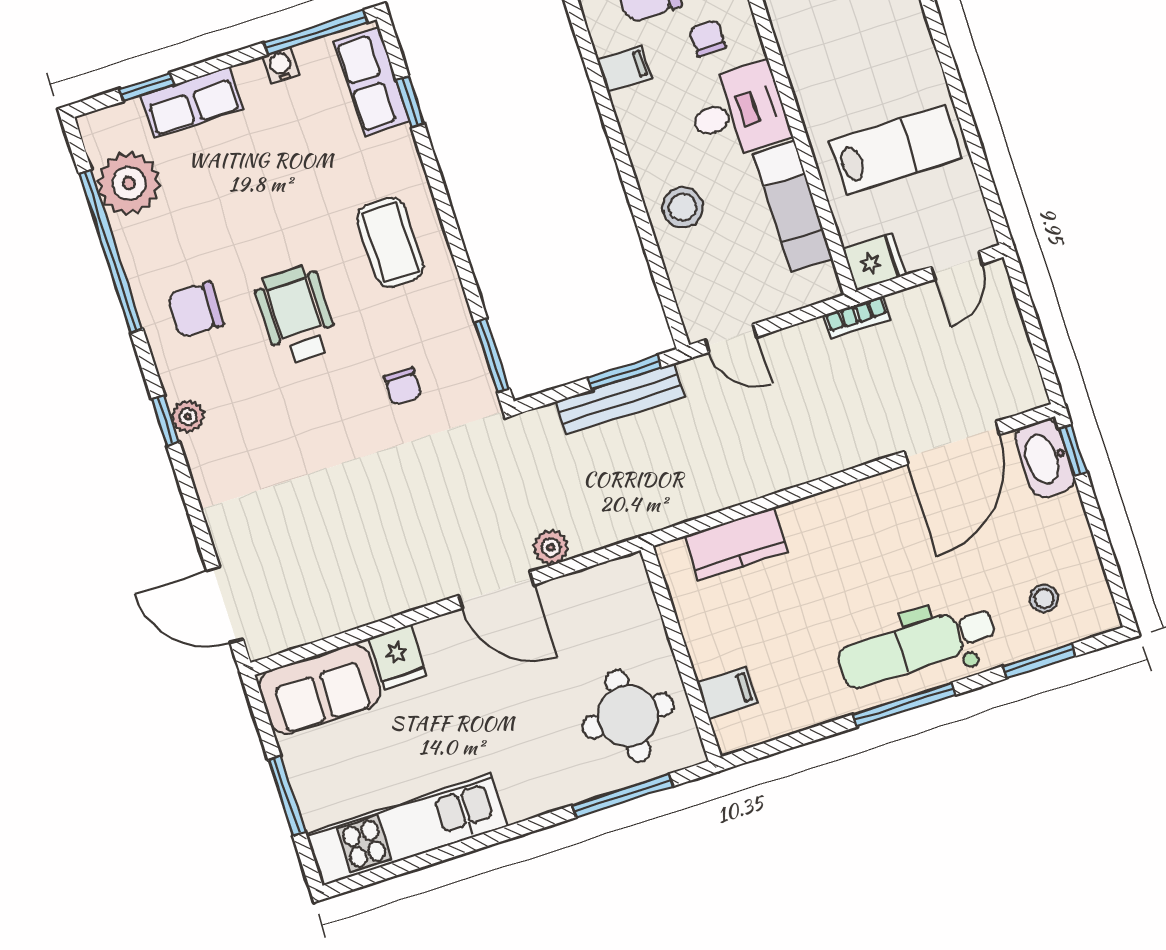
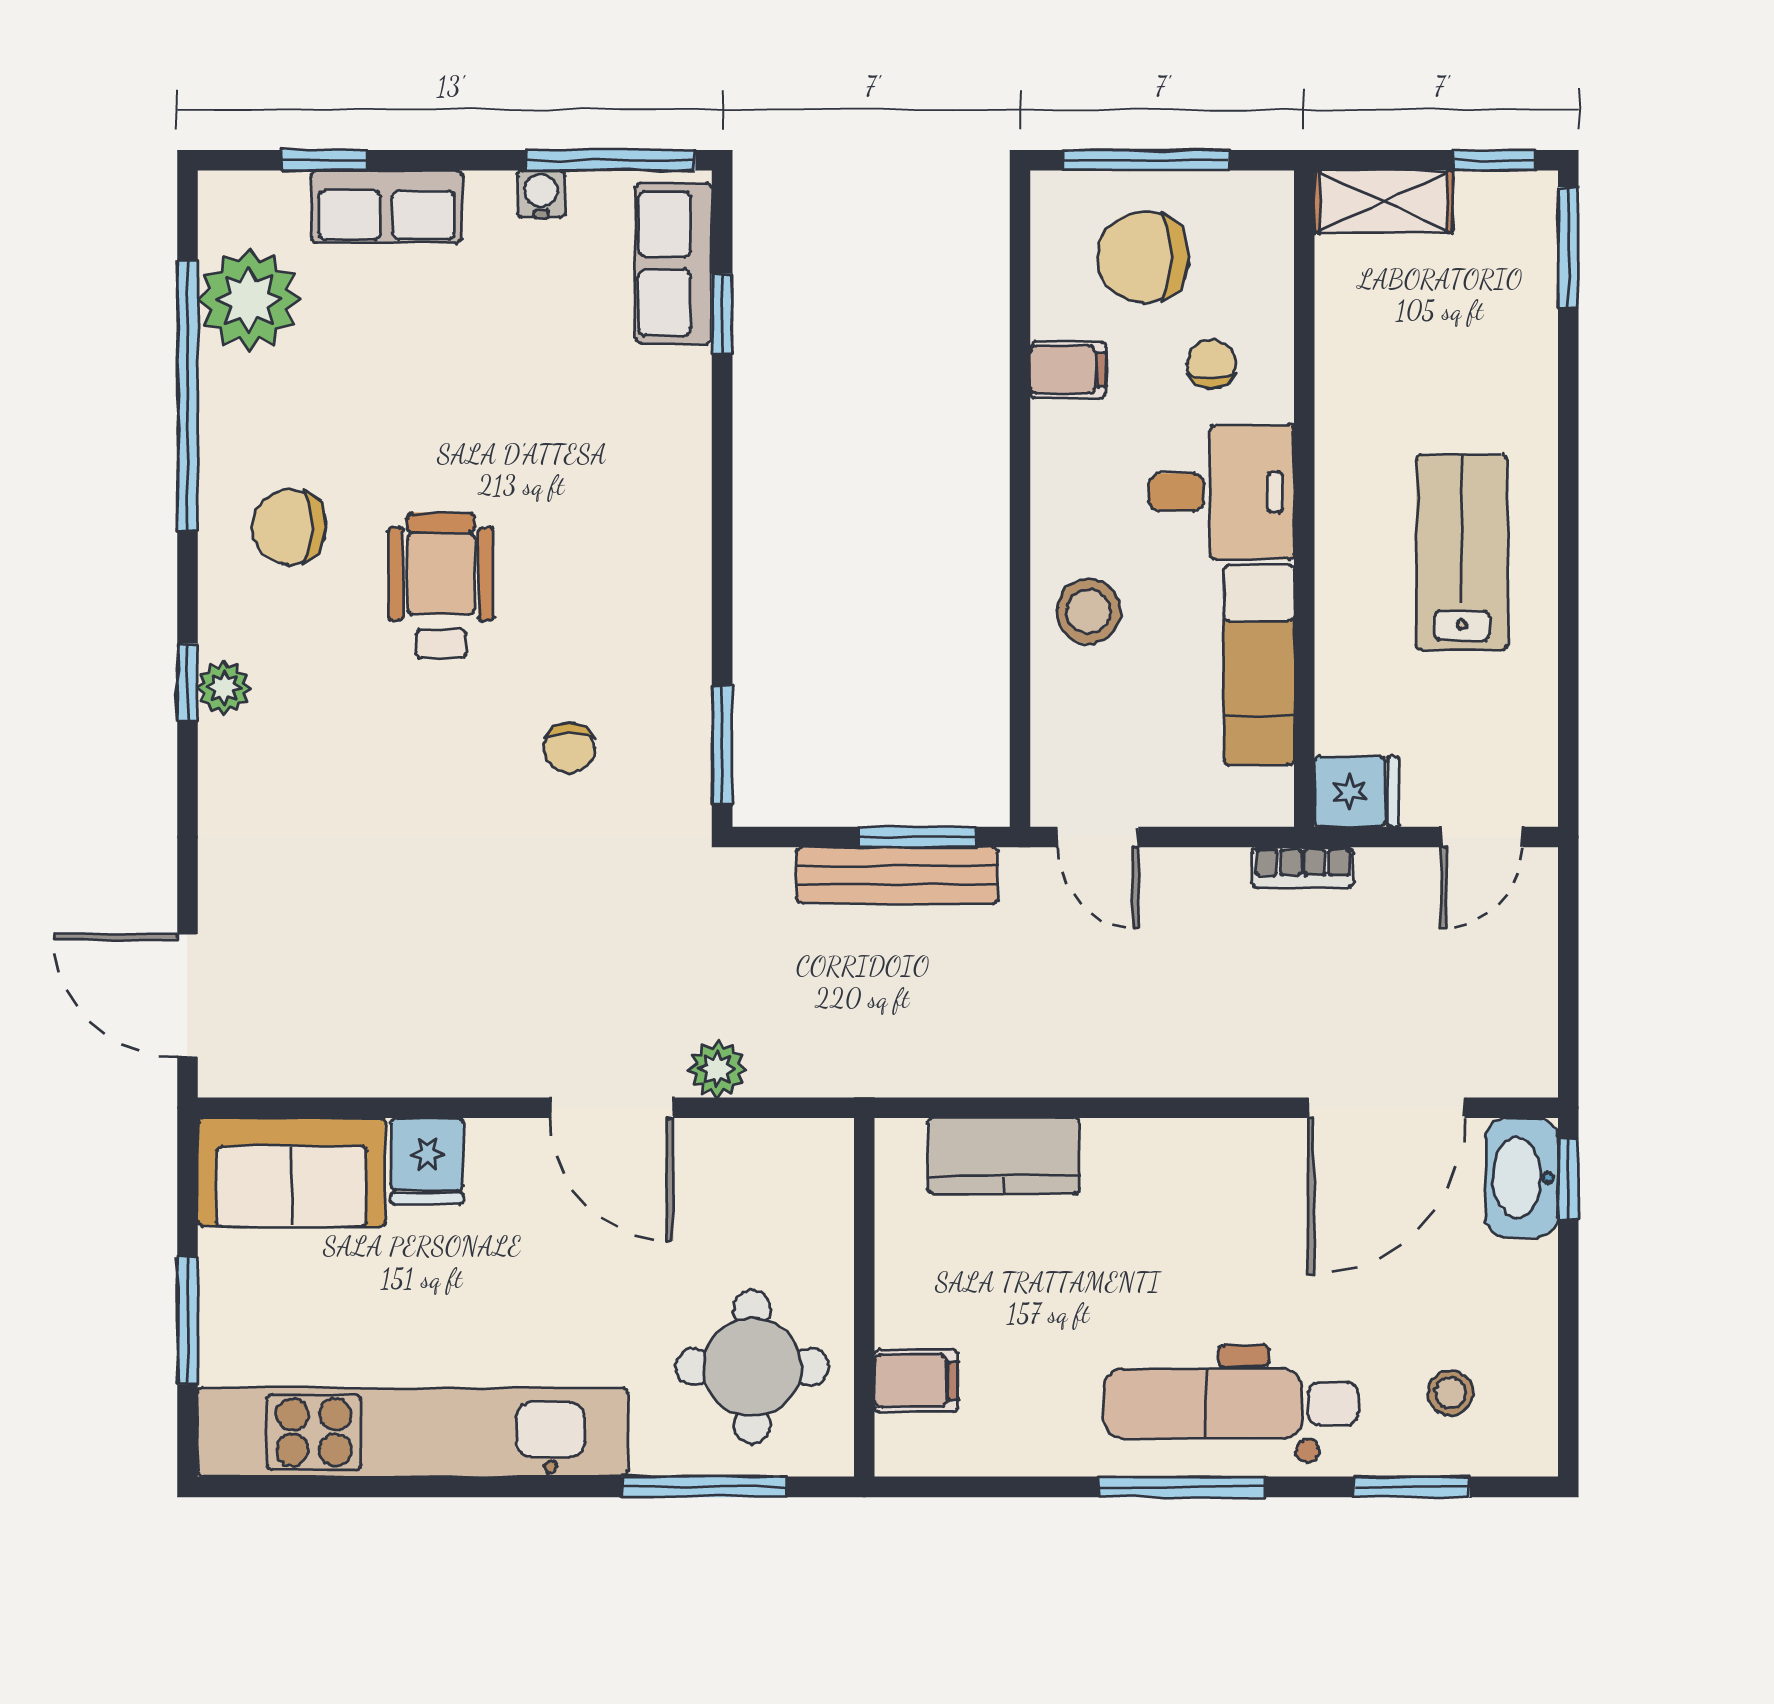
lab bench: (896, 149) -> (1462, 552), moved, turned -90
coffee table: (390, 242) -> (622, 520), removed
kitchen unit: (407, 830) -> (413, 1432), width x1.36

